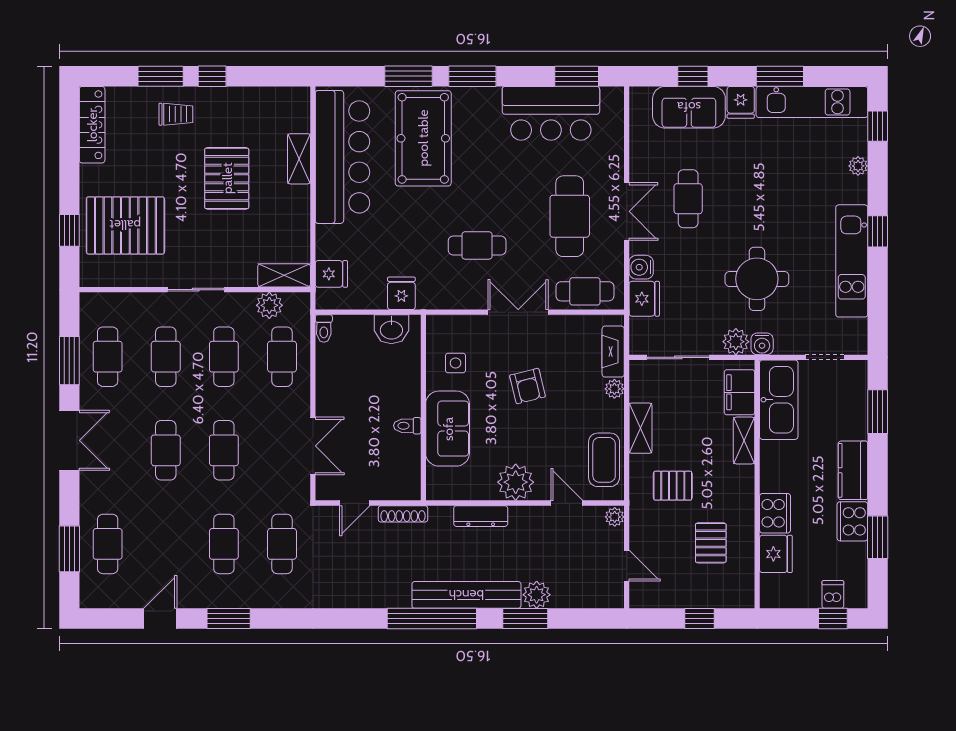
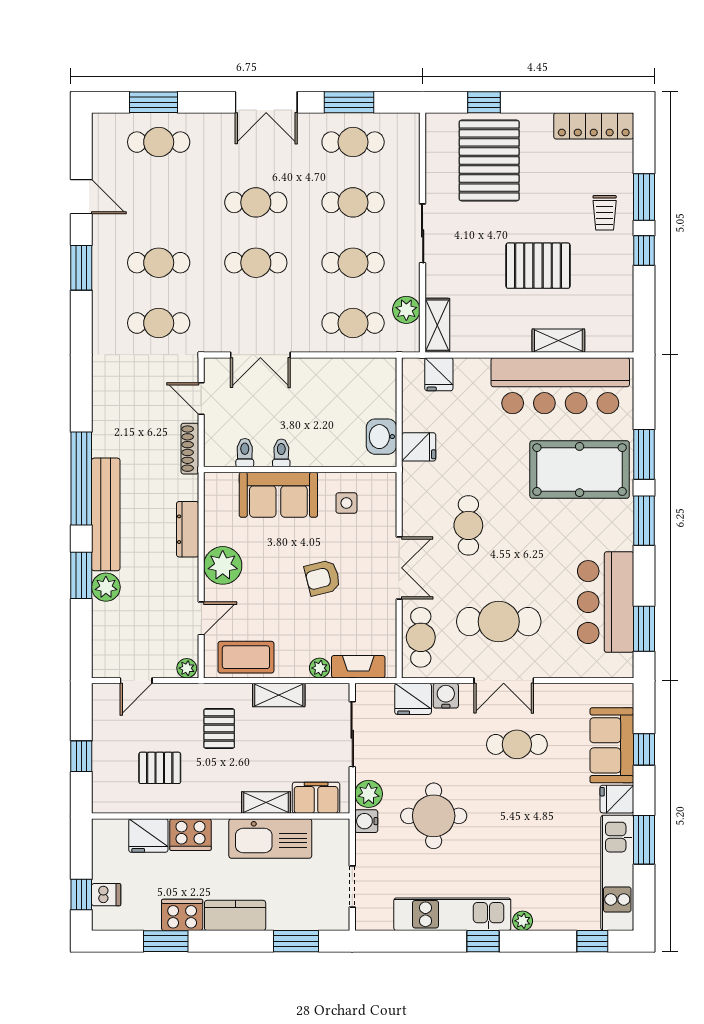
plant: (858, 166) -> (523, 921), moved
toilet: (324, 329) -> (245, 453), moved, turned 90
kitchen sink: (779, 400) -> (270, 839), moved

